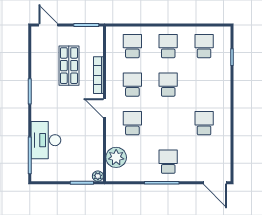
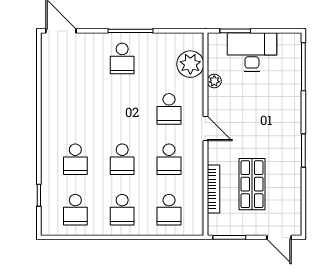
bookcase: (98, 75) -> (213, 189), moved
school desk: (204, 123) -> (75, 159), moved
desk: (46, 140) -> (252, 52), moved, turned -90
plant: (98, 176) -> (214, 81), moved

